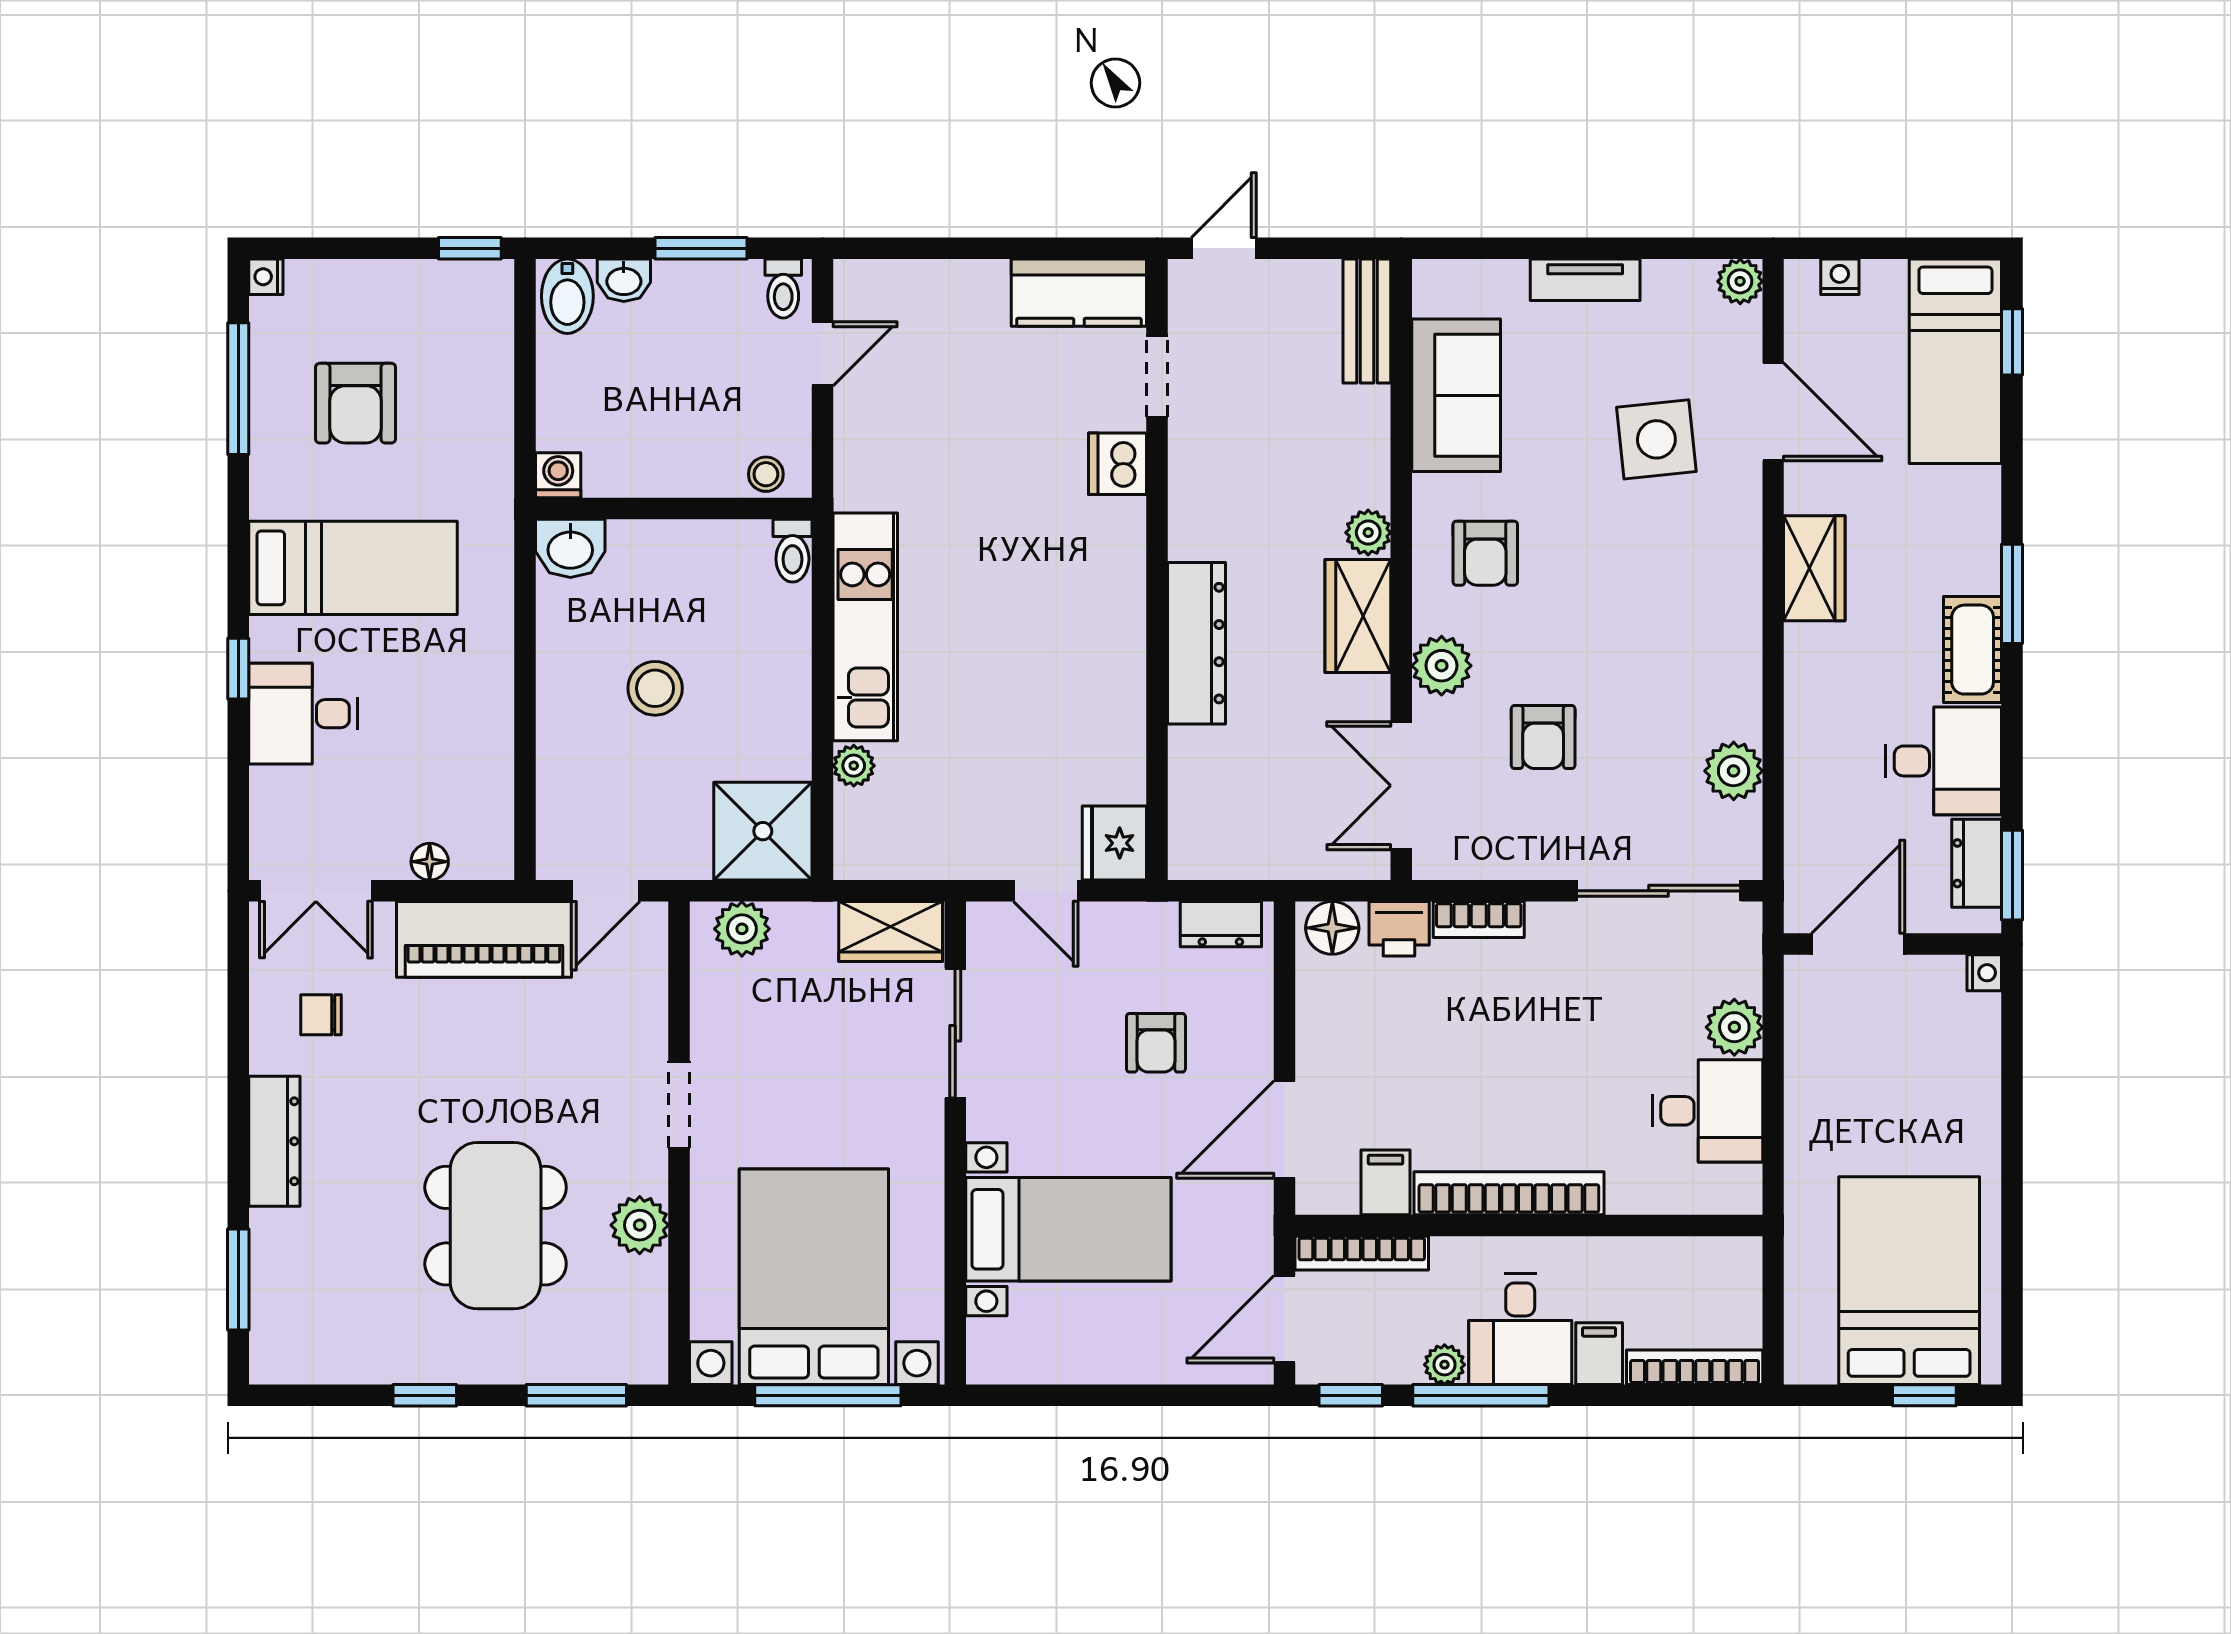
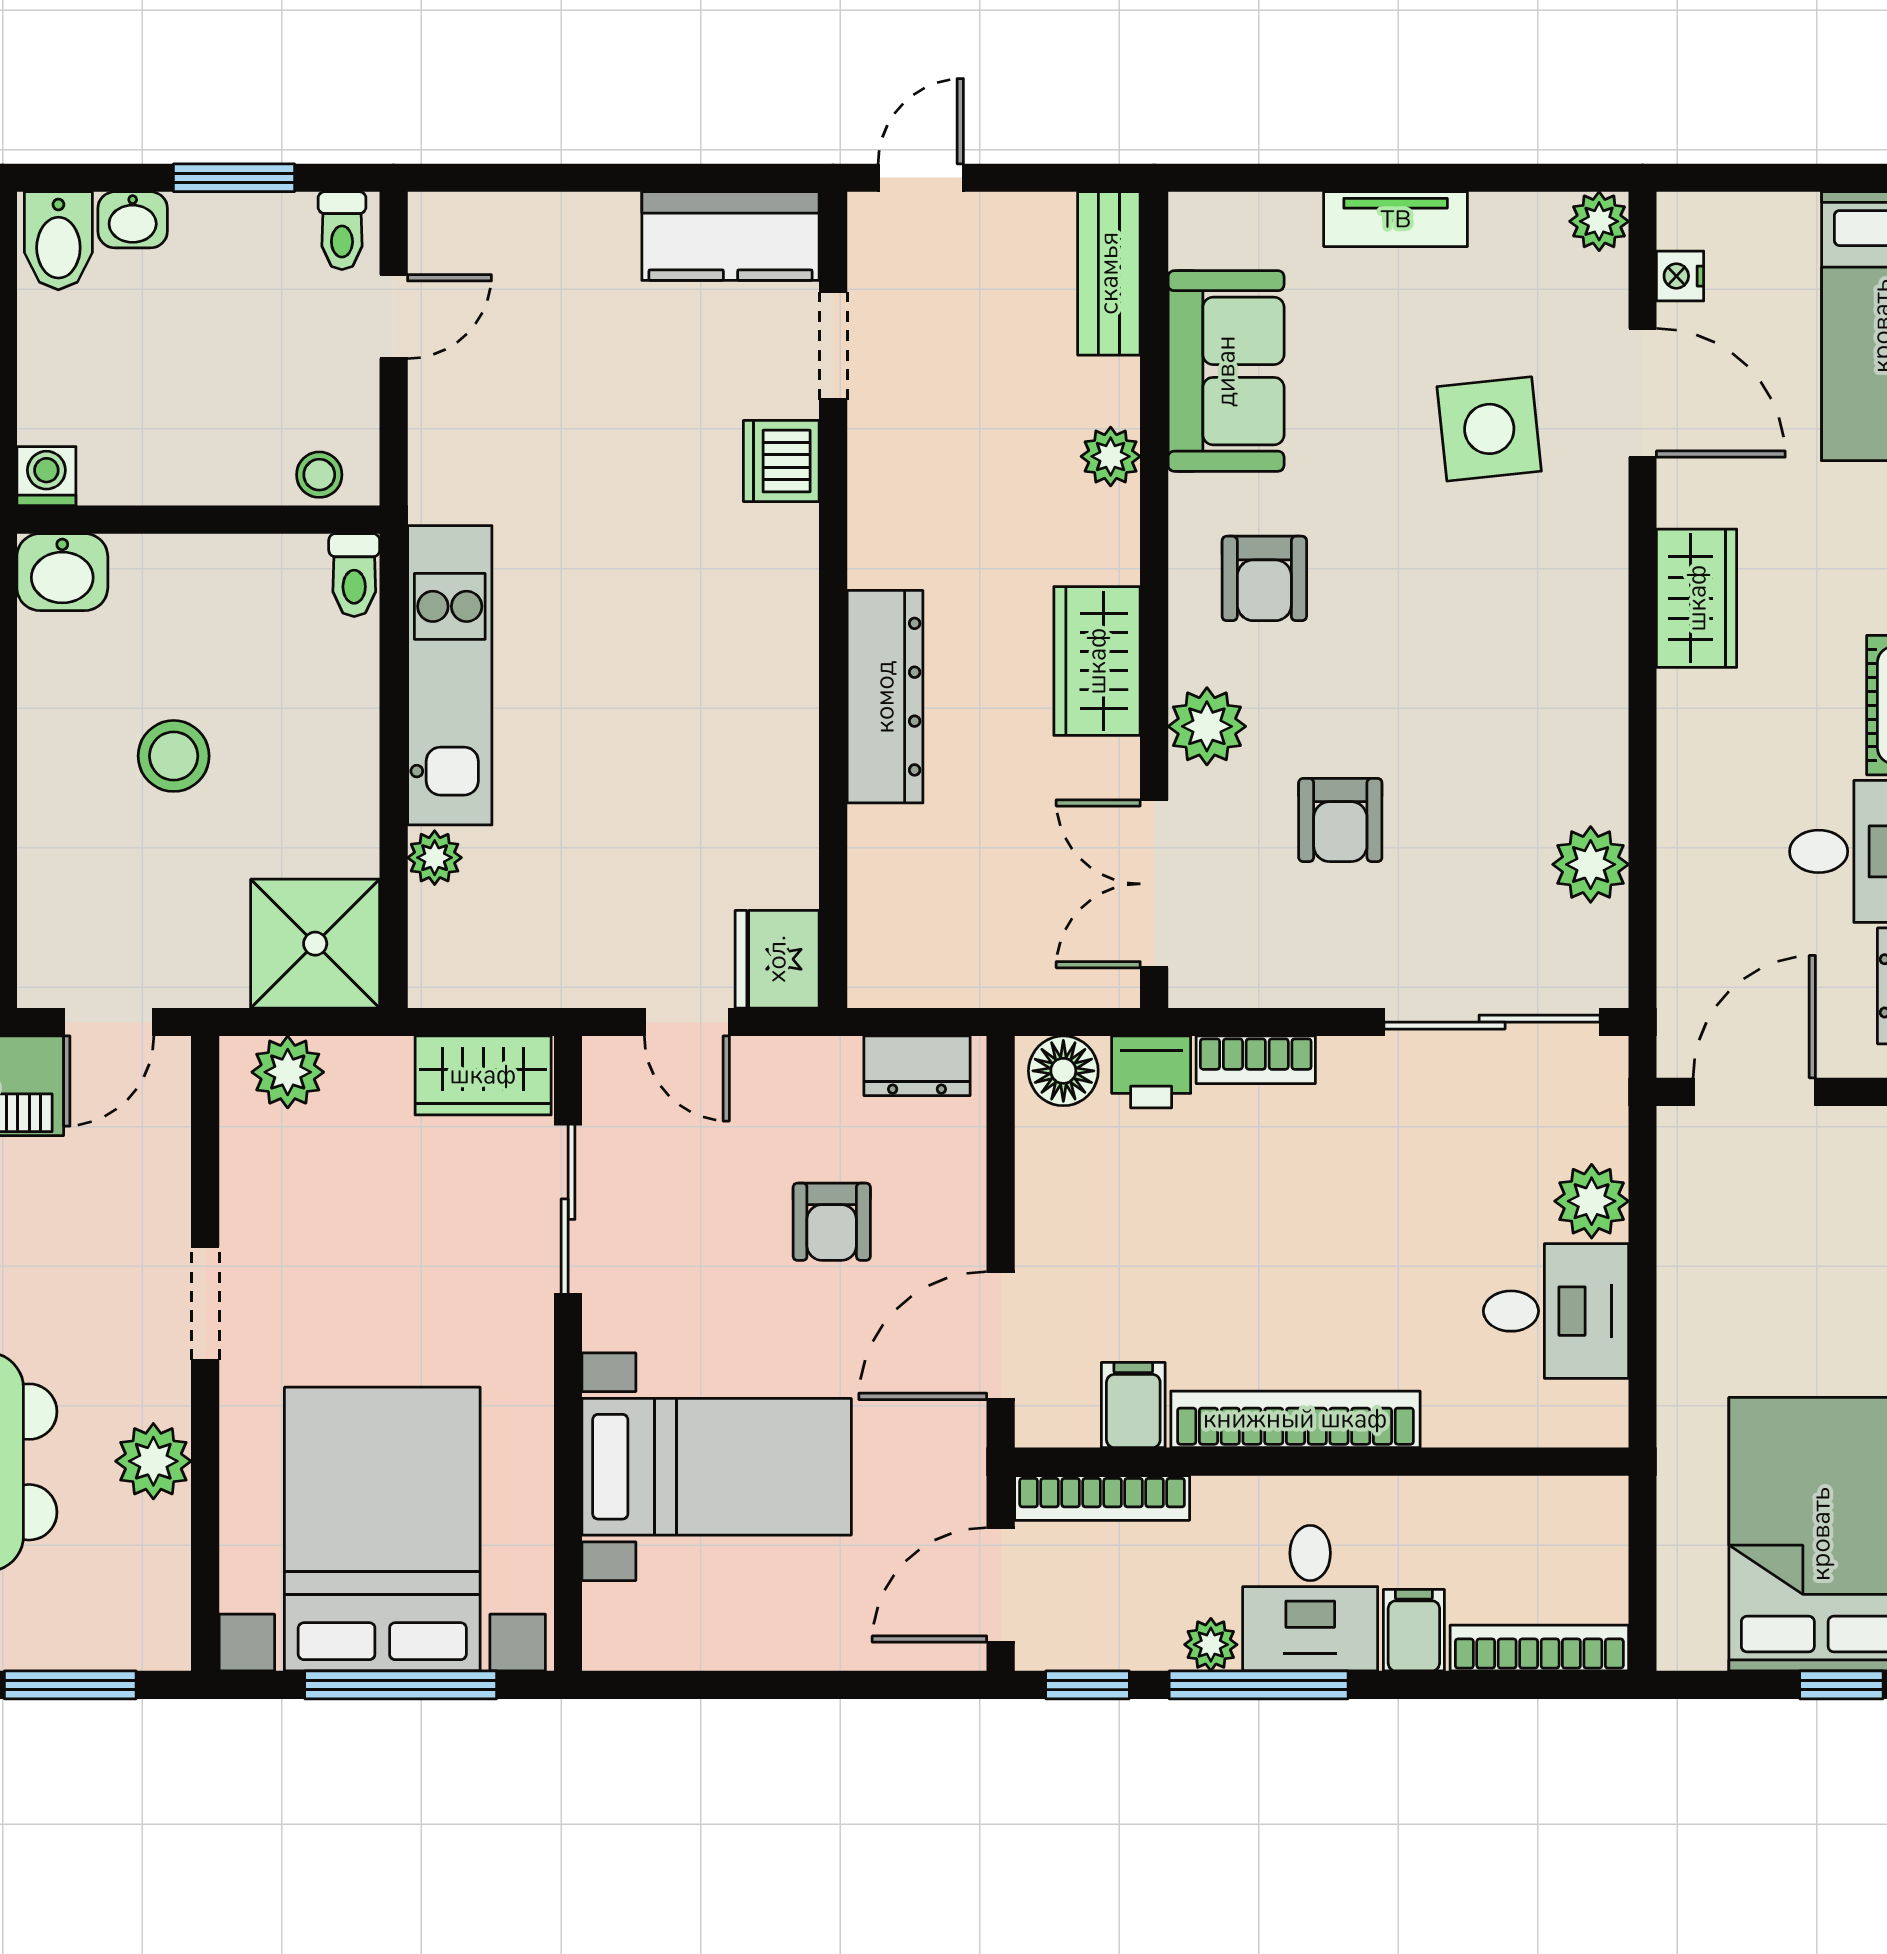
nightstand: (1840, 277) -> (1680, 276), moved, turned -90
plant: (1368, 533) -> (1111, 456), moved

